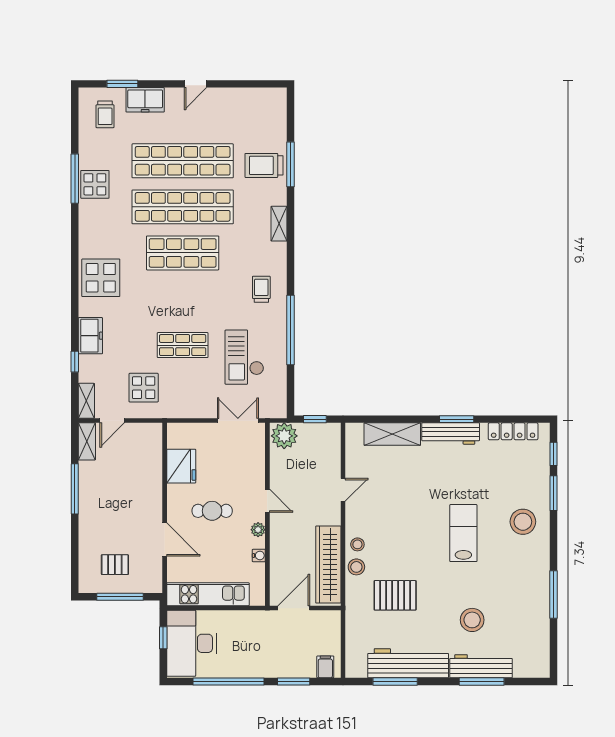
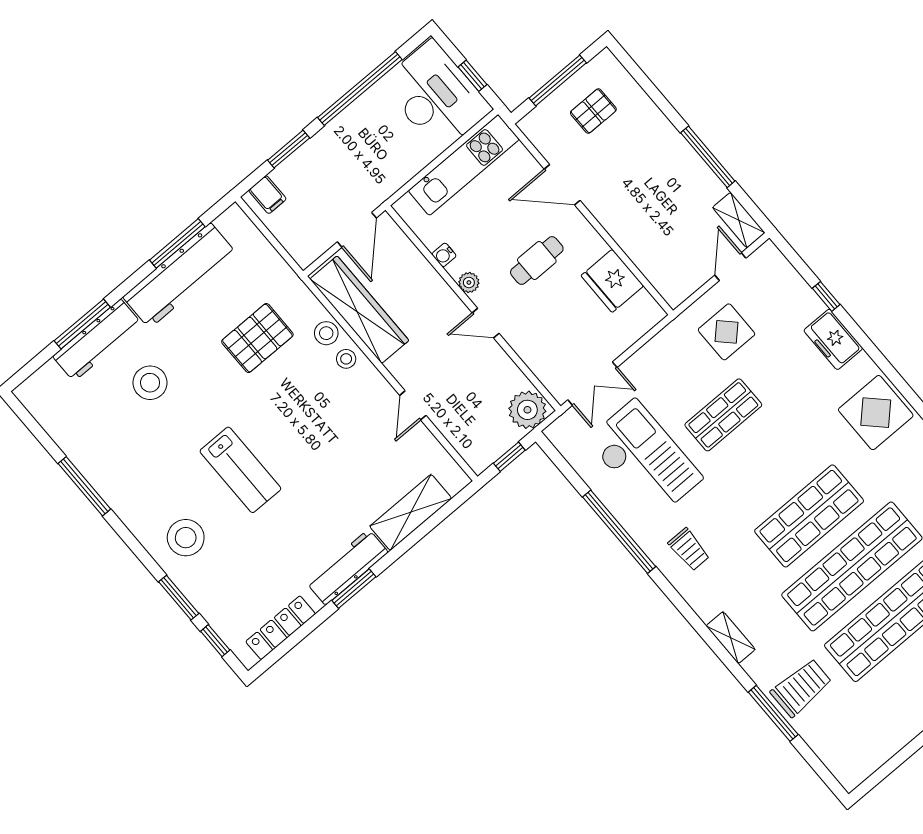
checkout: (244, 357) -> (644, 459), width x1.36, depth x1.21
shelving: (86, 401) -> (777, 264), removed

